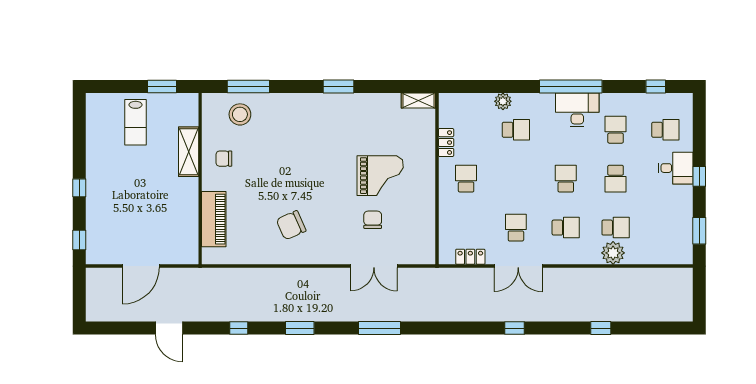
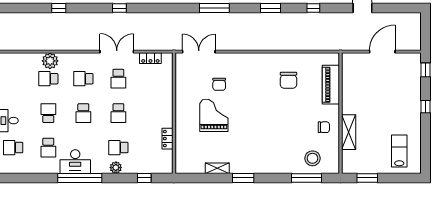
window: (656, 86) -> (144, 178), moved
shelving: (418, 100) -> (217, 168), moved
plant: (503, 101) -> (116, 168), moved
lab bench: (136, 122) -> (399, 151), moved
grand piano: (380, 176) -> (214, 115), turned 90
school desk: (466, 179) -> (118, 113), moved
chair: (291, 225) -> (288, 80), moved, turned 114
double door: (374, 266) -> (199, 52), moved

